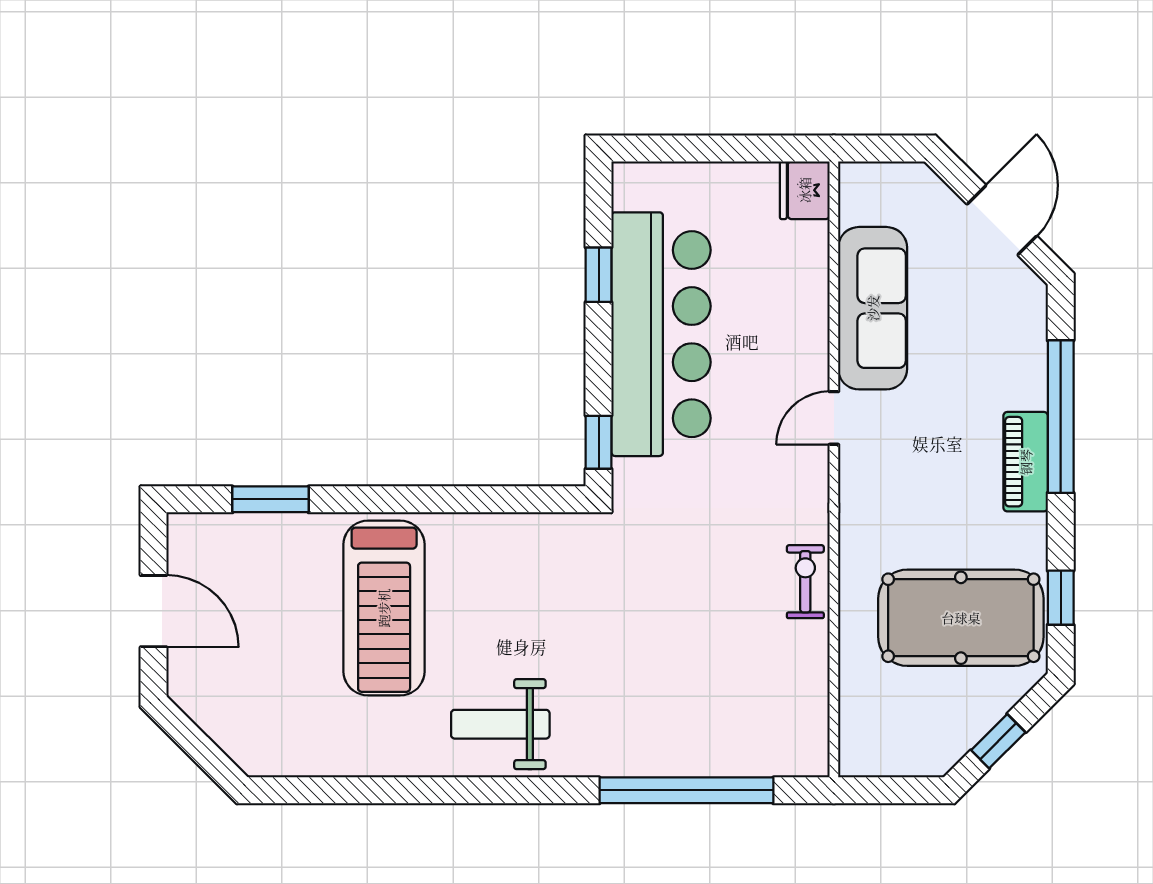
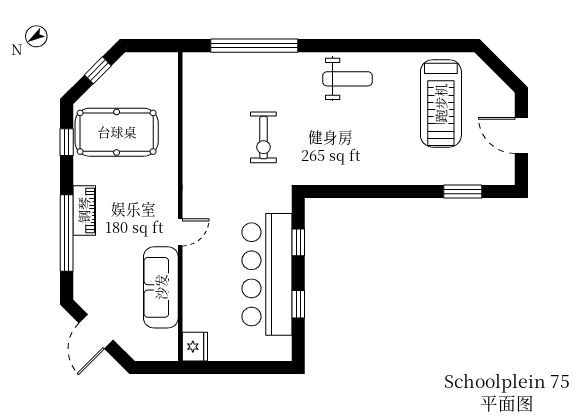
window: (599, 442) -> (298, 242), moved
exercise bike: (805, 582) -> (263, 137), moved, width x1.38, depth x1.39
treadmill: (384, 608) -> (441, 103), moved, turned 180

